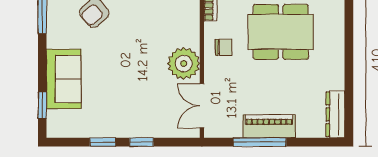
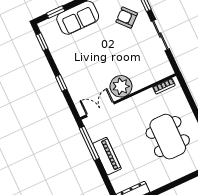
chair: (224, 47) -> (142, 106), removed
window: (103, 142) -> (42, 42), moved
window: (260, 142) -> (89, 143), moved

